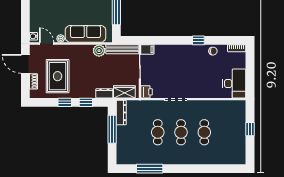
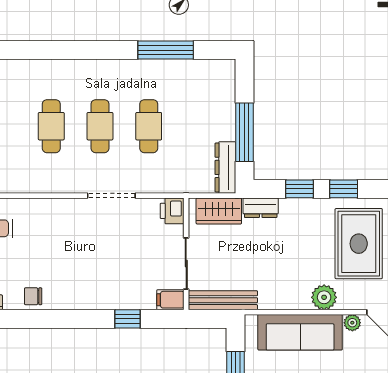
window: (198, 40) -> (128, 319), moved
plant: (99, 51) -> (324, 297), moved

